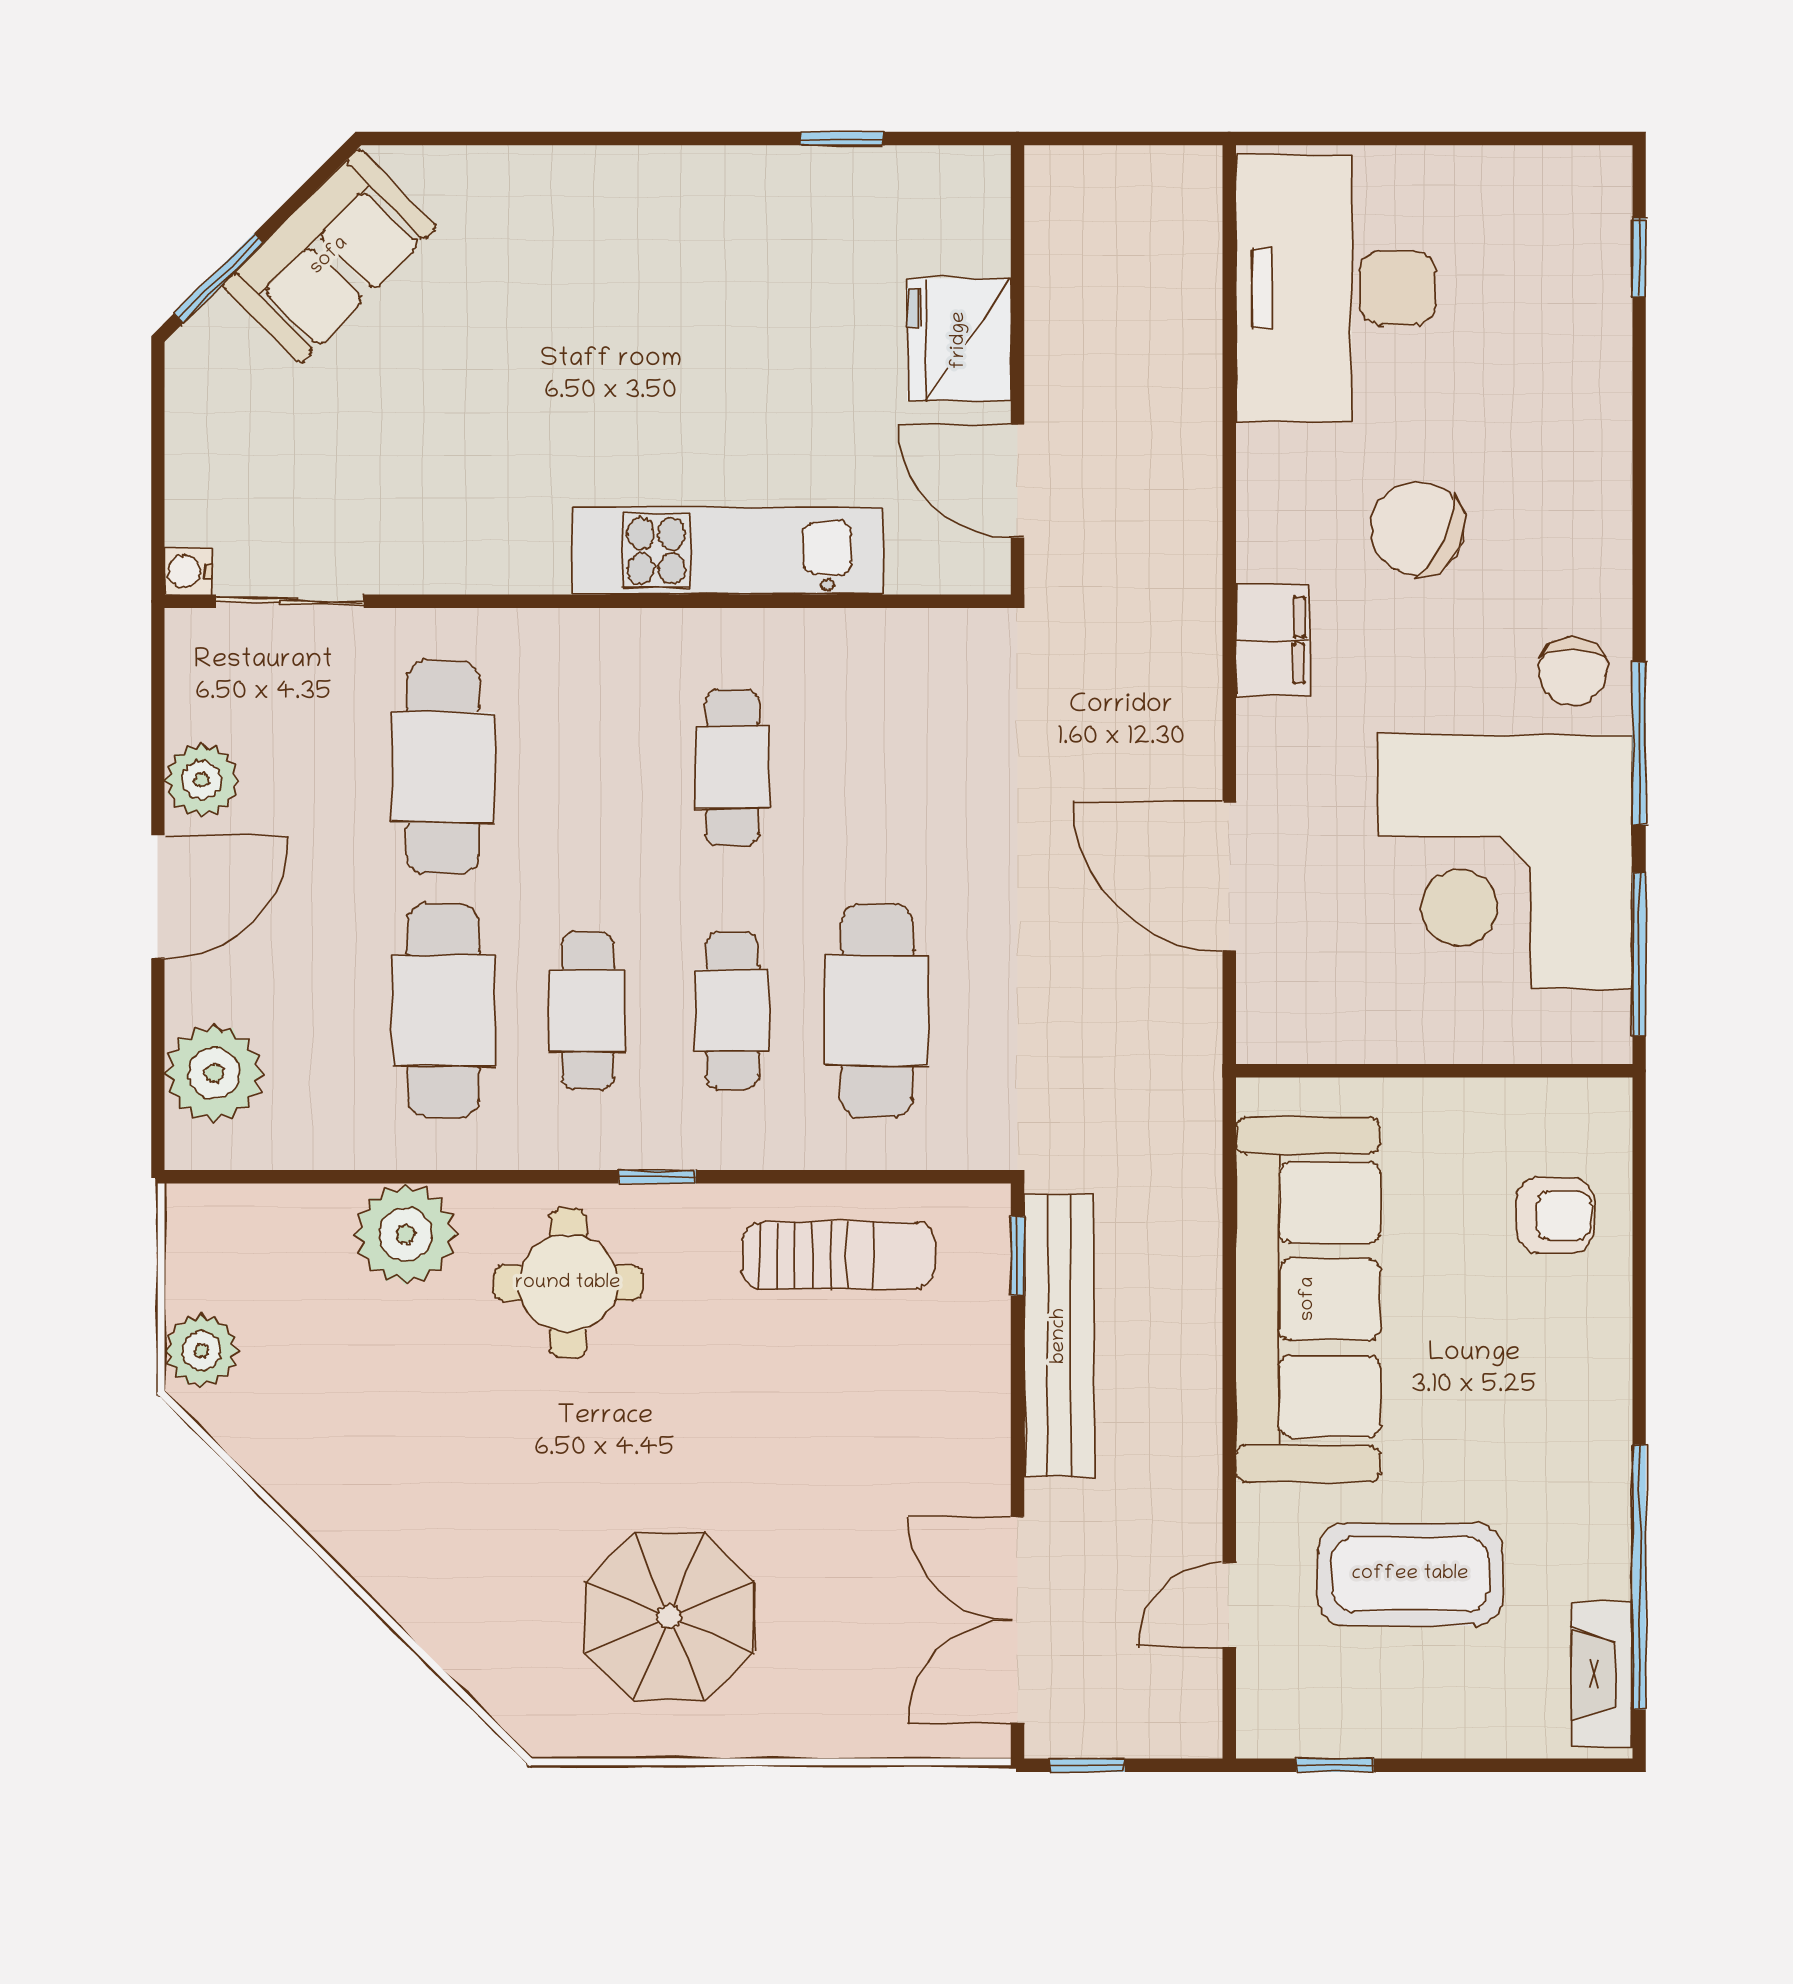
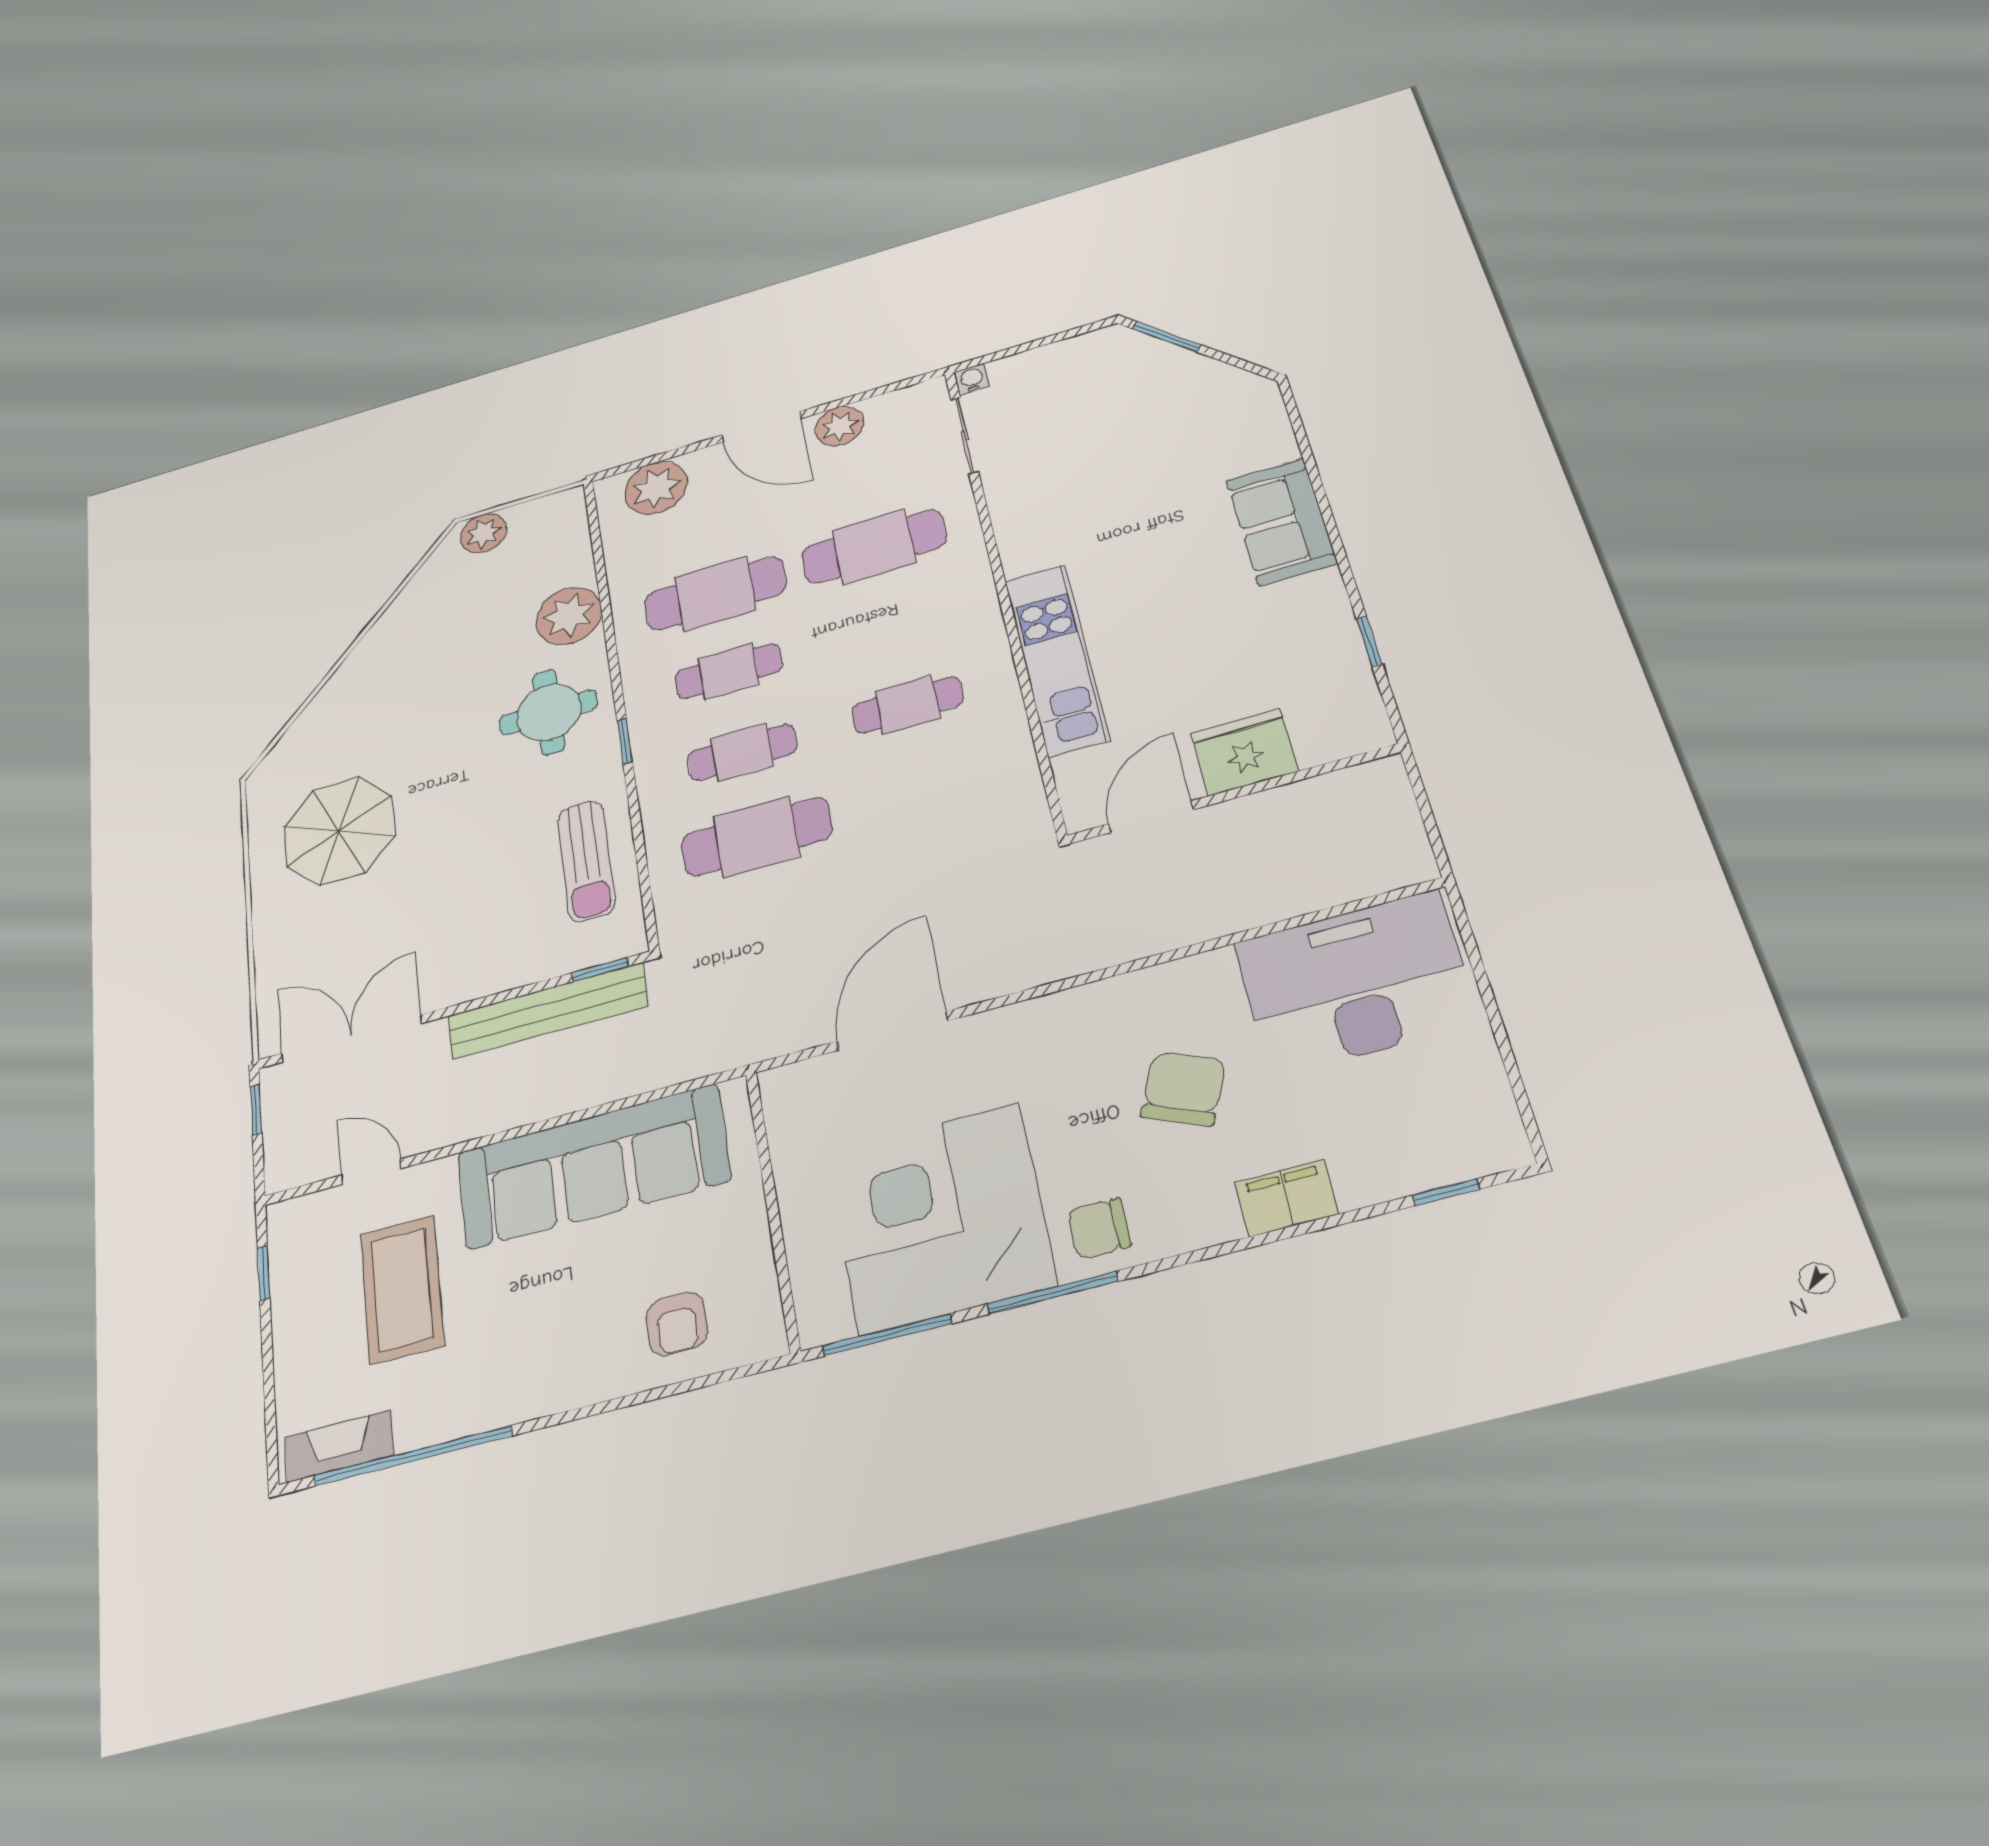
sofa: (329, 256) -> (1281, 522), moved, turned 45
filing cabinet: (1273, 640) -> (1287, 1198), moved, turned 180

